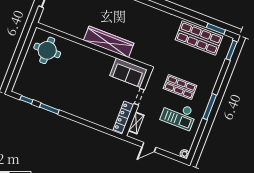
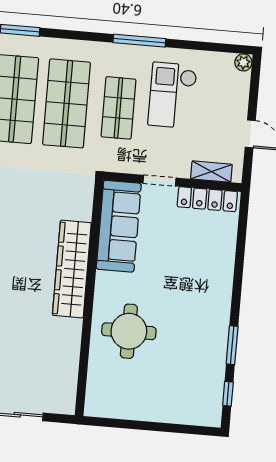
round table: (47, 50) -> (129, 331), moved
shop shelf: (190, 63) -> (67, 103), added
sofa: (128, 73) -> (119, 226), width x1.36
checkout: (179, 115) -> (173, 95), turned 180

